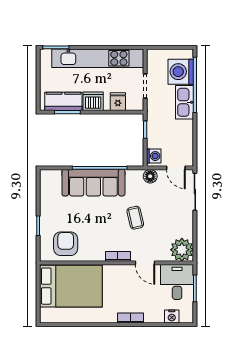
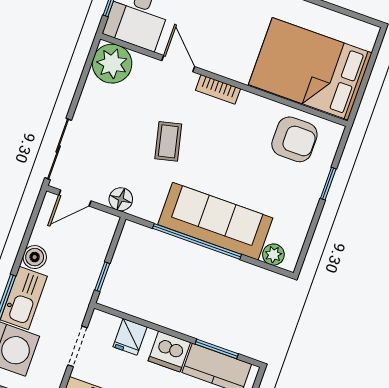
boiler: (187, 127) -> (35, 257), added
washing machine: (154, 156) -> (104, 229), removed
door: (176, 168) -> (75, 198), swing flipped
plant: (55, 176) -> (273, 255), added
armchair: (66, 244) -> (294, 139), turned -90

